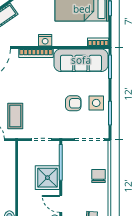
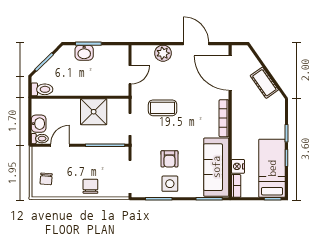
nightstand: (45, 40) -> (238, 166), moved
coffee table: (15, 116) -> (163, 108), moved
chair: (99, 176) -> (90, 186), turned -90
shower: (47, 178) -> (94, 112), moved

